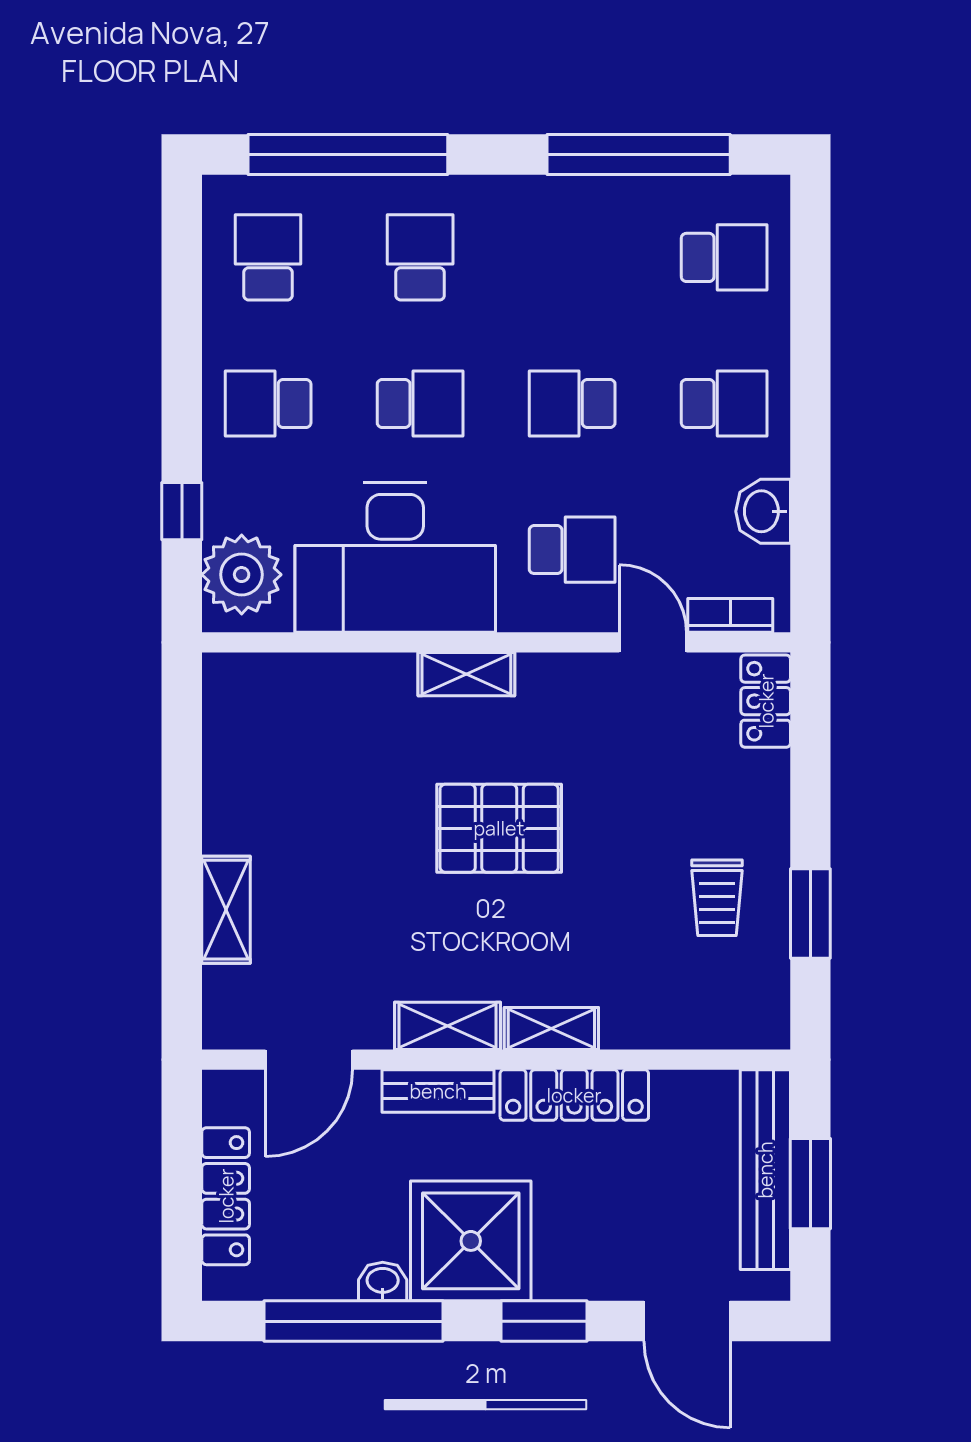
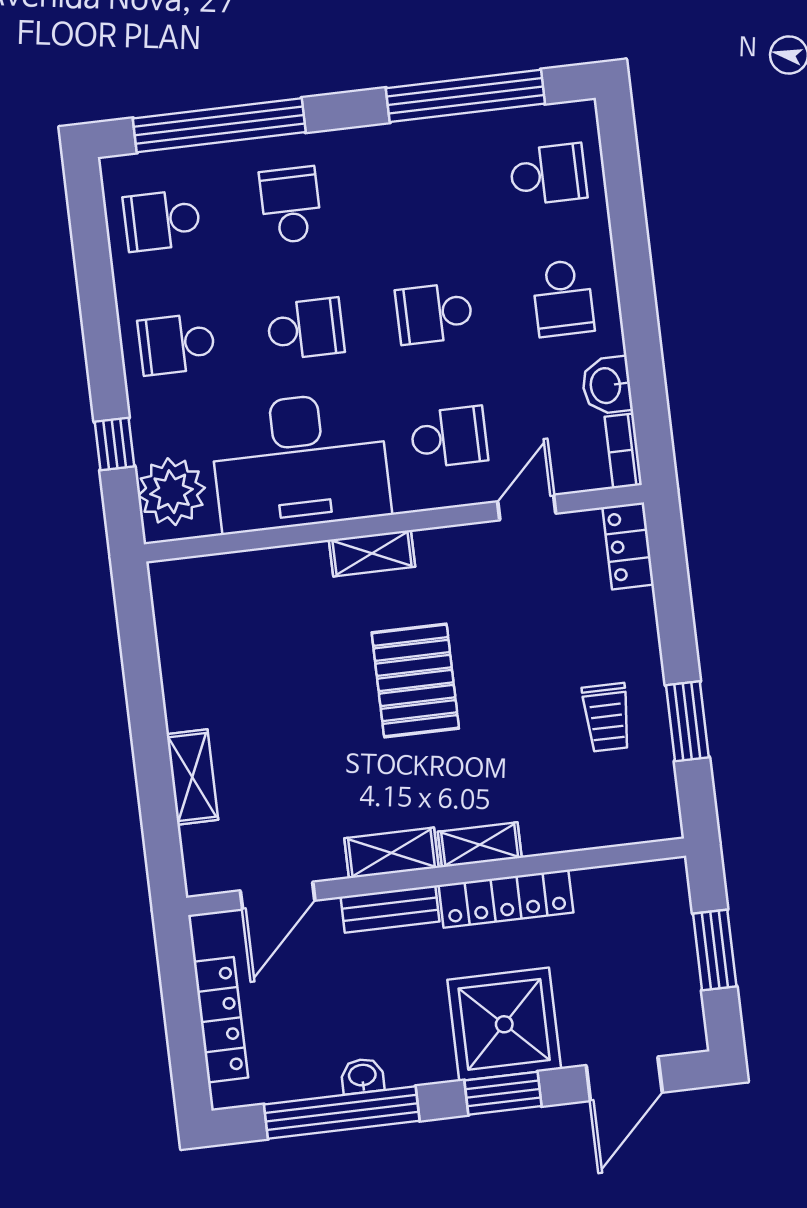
school desk: (268, 257) -> (162, 220), turned -90
school desk: (724, 403) -> (563, 298), turned 90
bookcase: (730, 615) -> (623, 451), moved, turned -90
door: (653, 642) -> (527, 507), hinge flipped
pallet: (499, 828) -> (415, 680), turned 90
bench: (765, 1170) -> (675, 943), removed
shower: (471, 1241) -> (504, 1024), moved
door: (687, 1321) -> (624, 1079), hinge flipped

